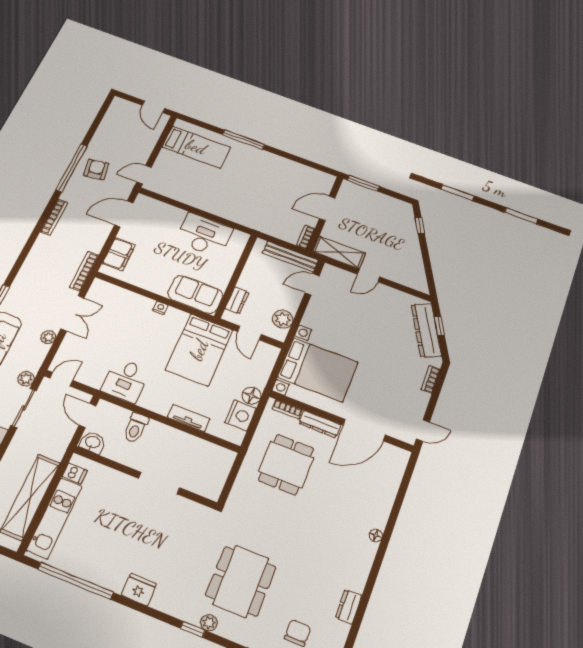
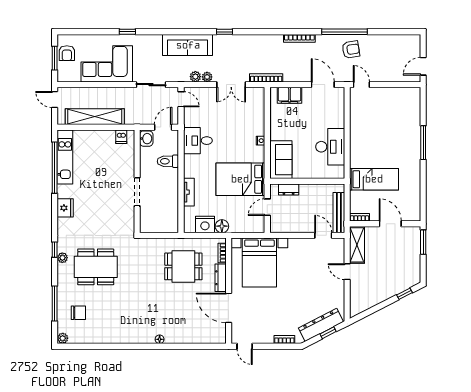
bed: (196, 147) -> (374, 179), moved, turned -90
plant: (283, 319) -> (287, 225), removed
plant: (26, 379) -> (195, 77), moved
kitchen unit: (54, 518) -> (65, 157), moved, turned -90
dresser: (349, 607) -> (107, 338), removed

